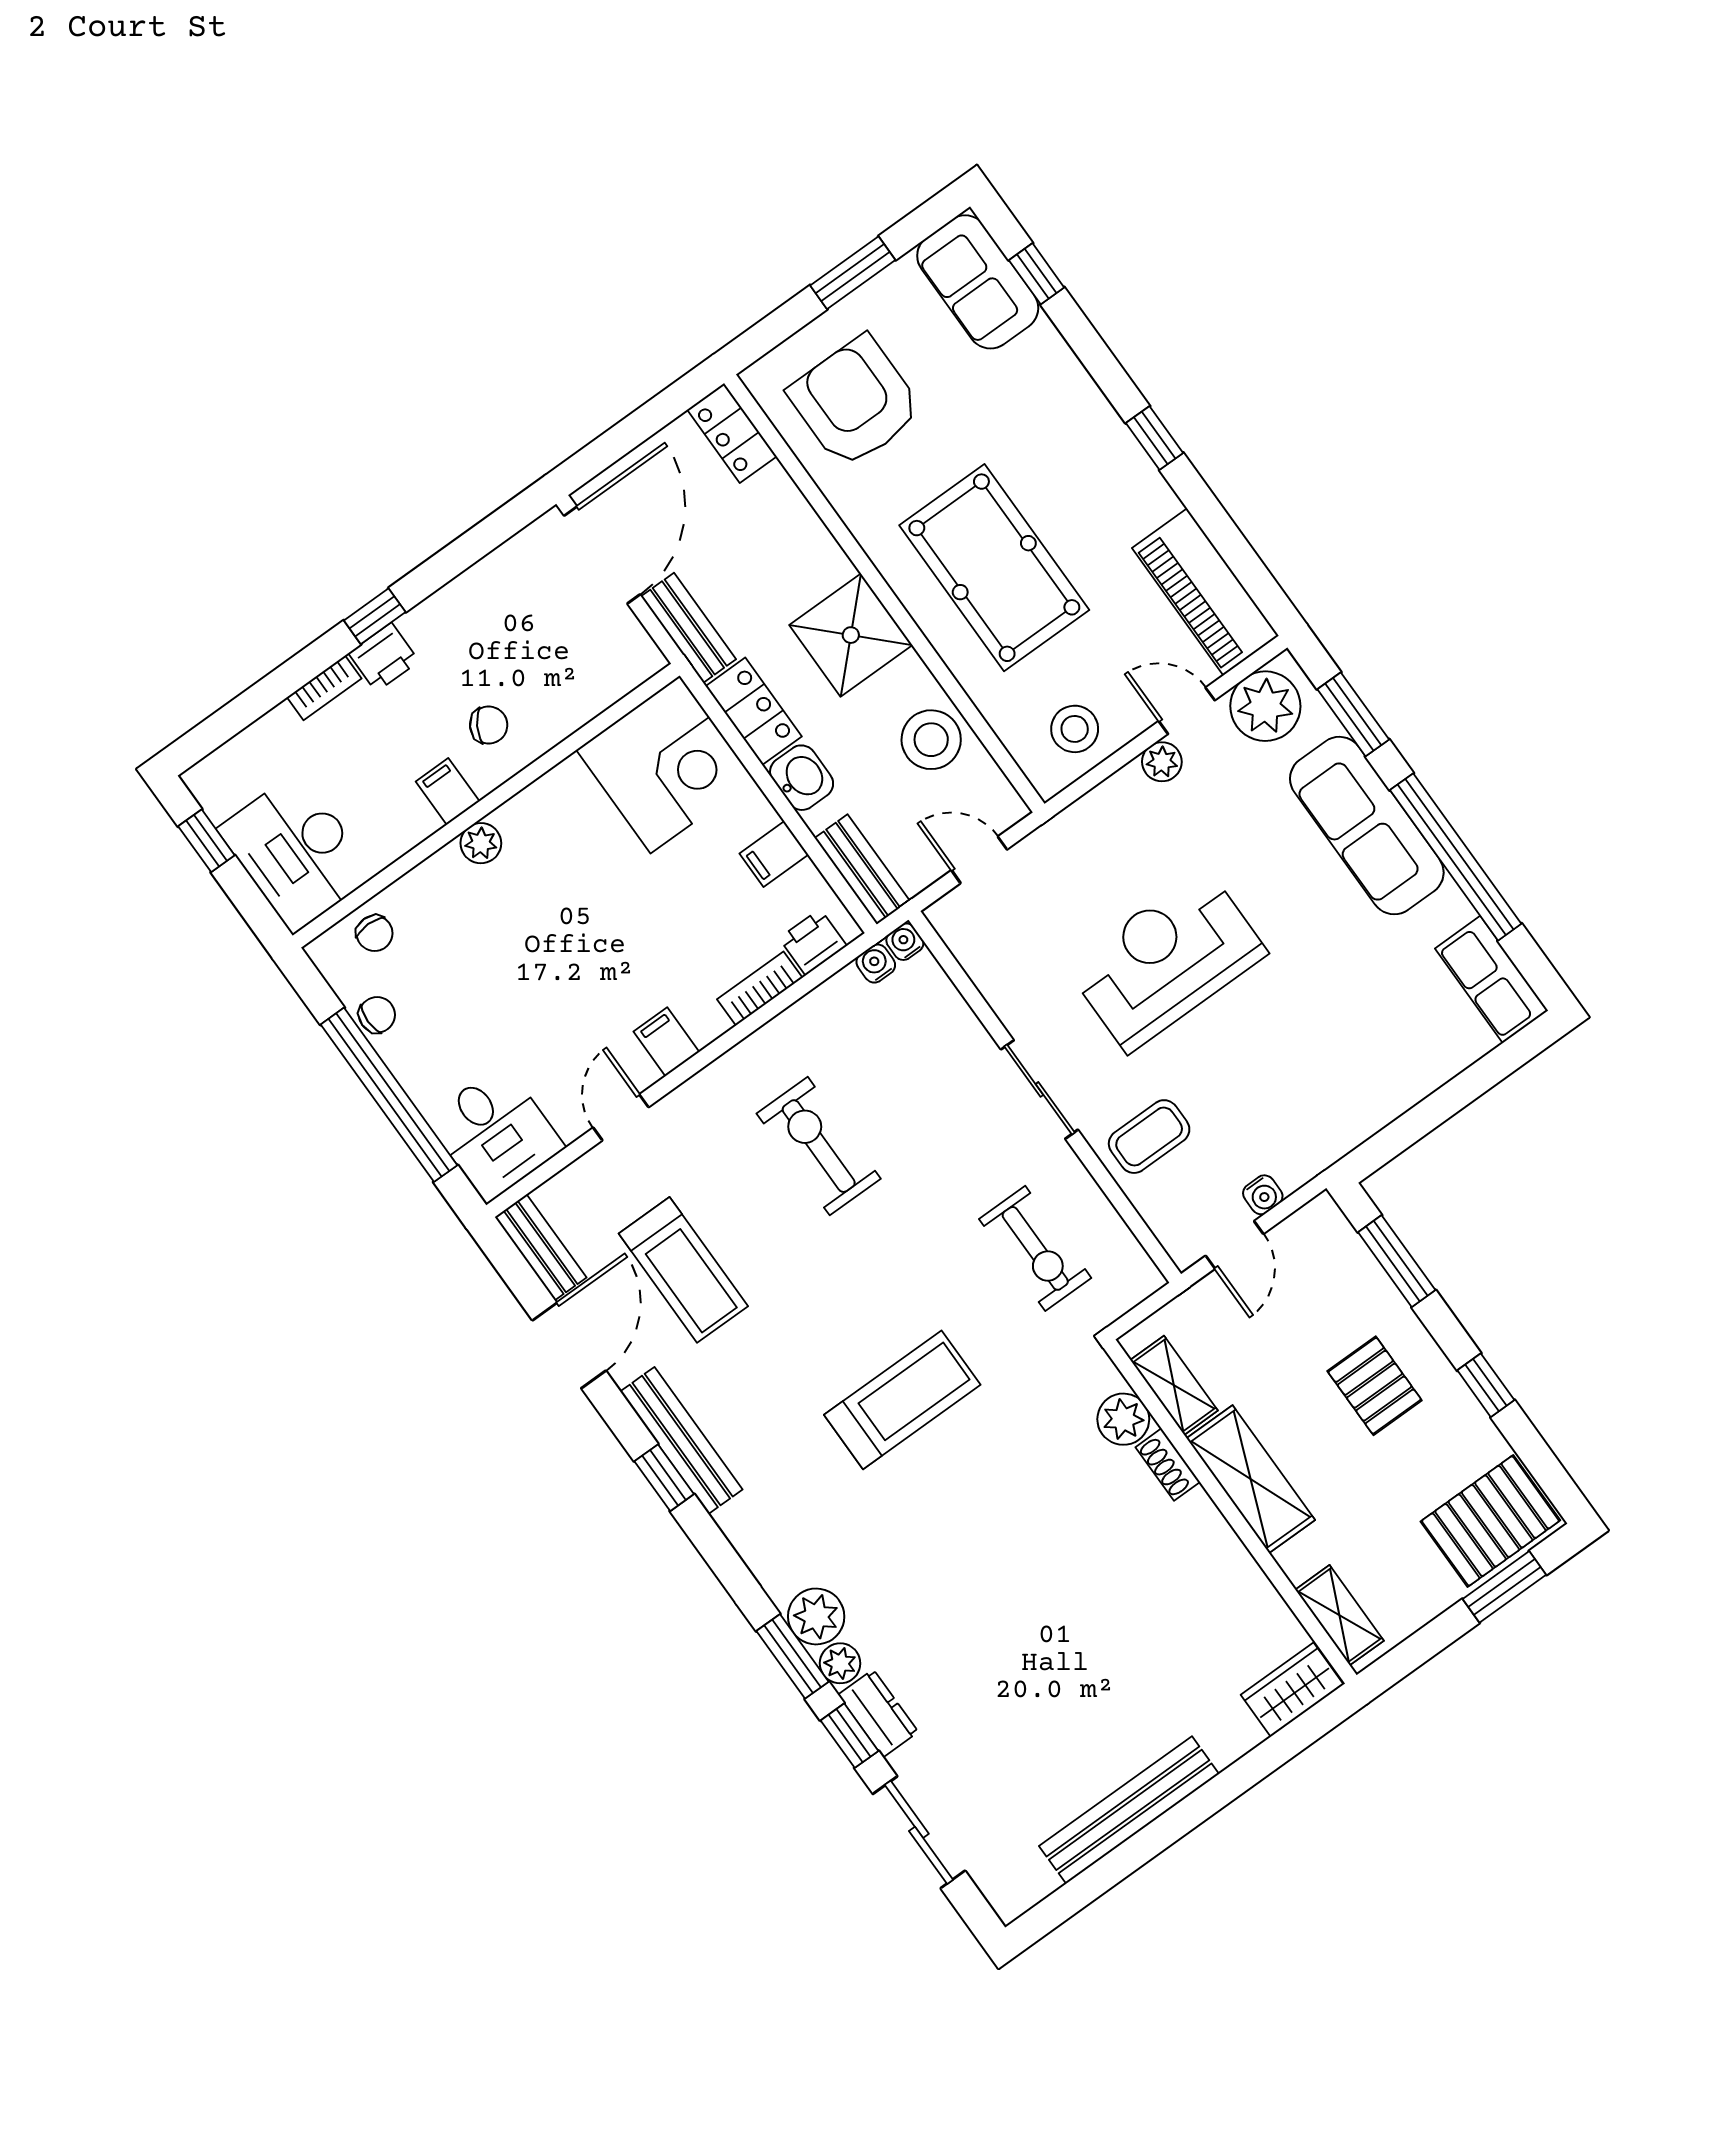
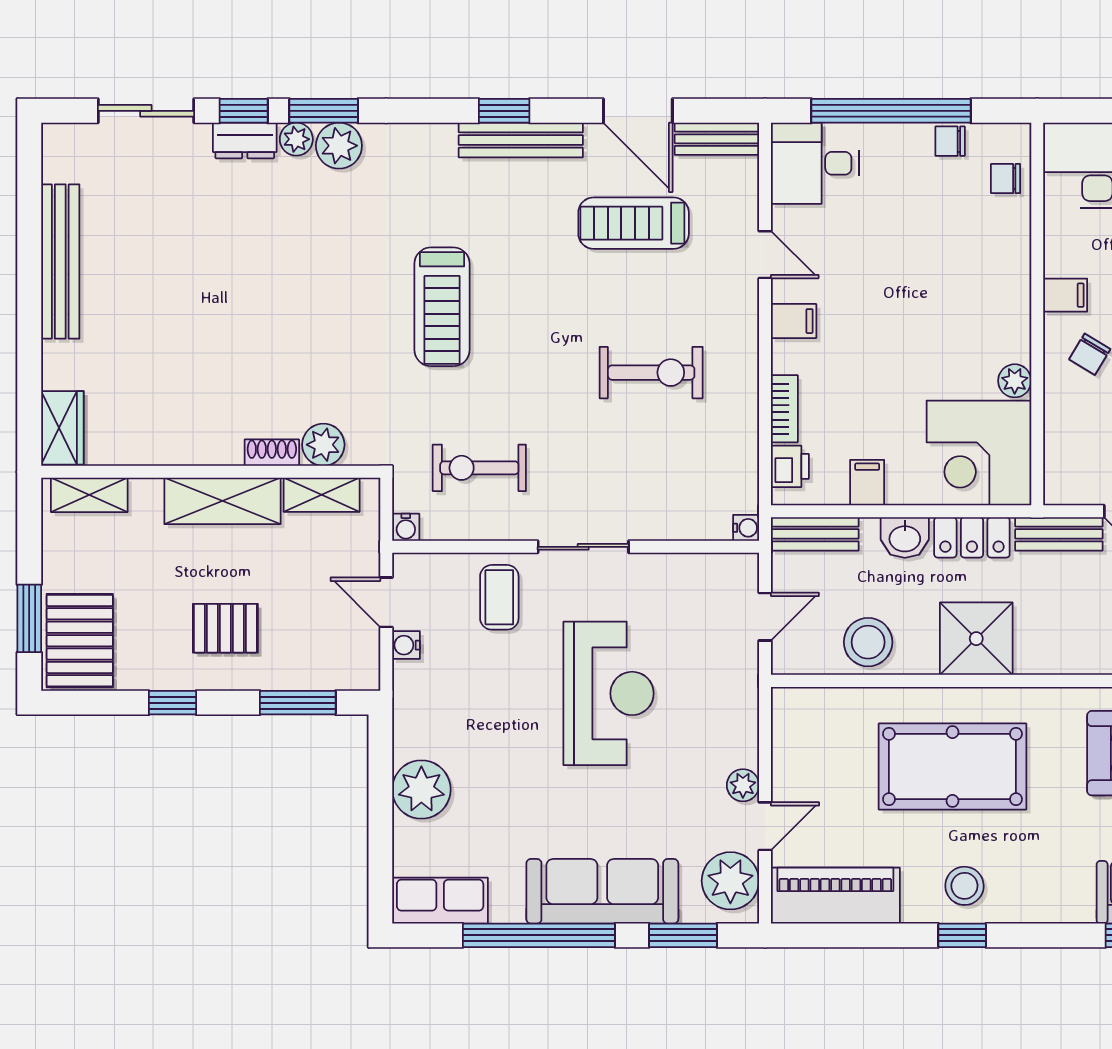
stool: (1075, 729) -> (964, 886), moved
plant: (481, 843) -> (1015, 381), moved
water cooler: (876, 963) -> (406, 527), moved, turned 90
chair: (377, 1015) -> (950, 141), turned 90
plant: (1395, 1077) -> (421, 789), added

